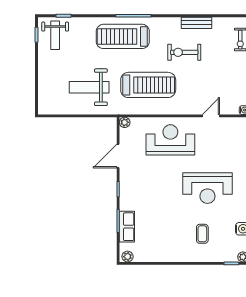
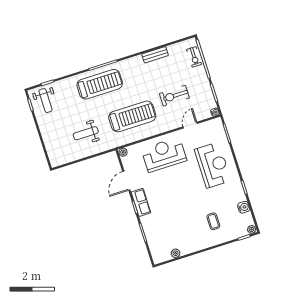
treadmill: (123, 36) -> (100, 84), turned 180
exercise bike: (184, 52) -> (174, 96), moved
weight bench: (89, 87) -> (86, 133), width x0.73, depth x0.75
reception desk: (207, 188) -> (213, 165), moved, turned -90
row of seats: (127, 227) -> (141, 202), moved
plant: (128, 257) -> (176, 253), moved

